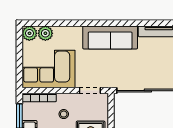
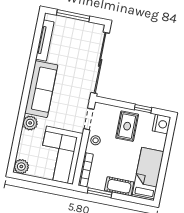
plant: (45, 33) -> (30, 123), moved
stool: (64, 114) -> (96, 140), moved

